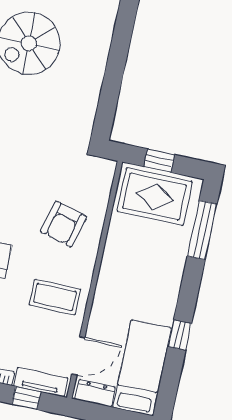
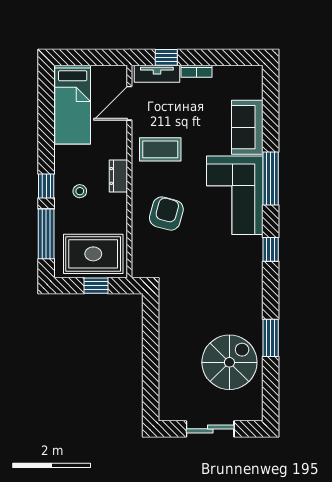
stool: (155, 270) -> (80, 191), added
window: (180, 335) -> (46, 186), moved
dresser: (95, 393) -> (118, 176), moved, turned 90

